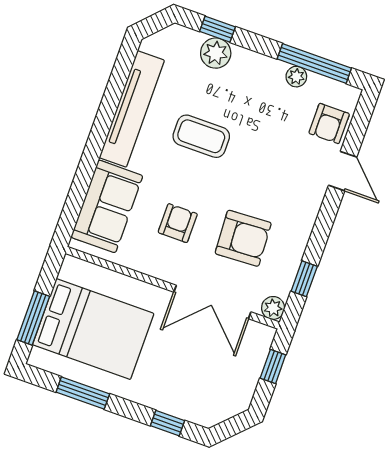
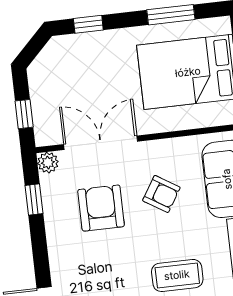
armchair: (178, 223) -> (161, 194), turned -58
armchair: (243, 238) -> (101, 208), turned 93

